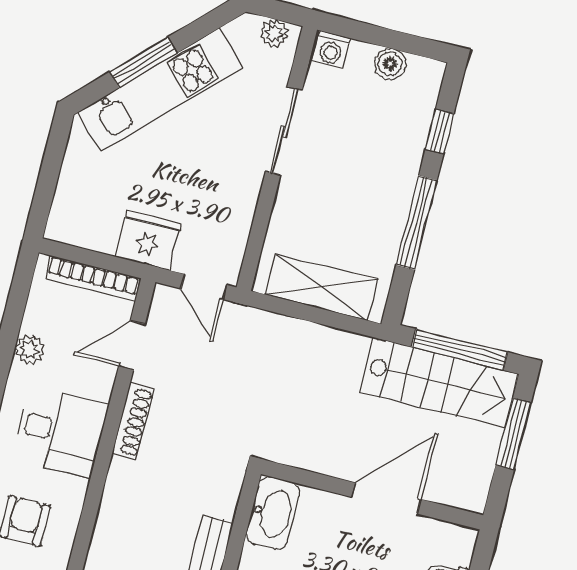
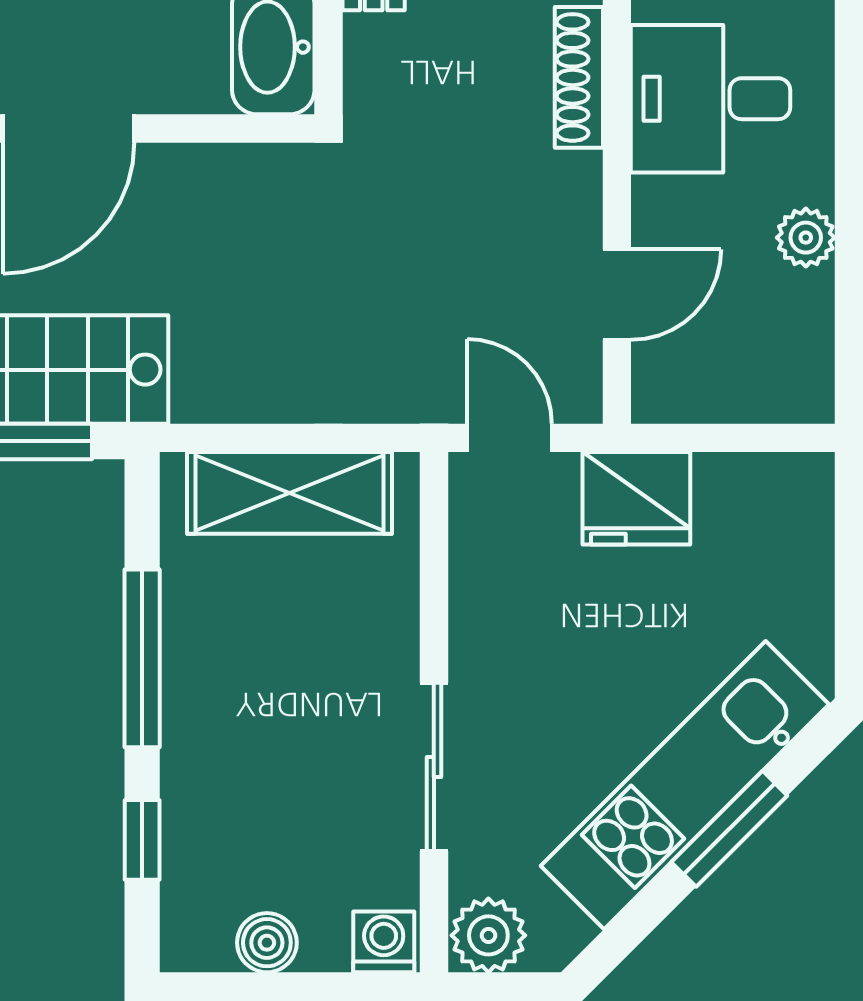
plant: (274, 33) -> (488, 935), width x1.38, depth x1.38
bookcase: (93, 278) -> (721, 401), removed
shoe rack: (133, 421) -> (579, 77), moved

